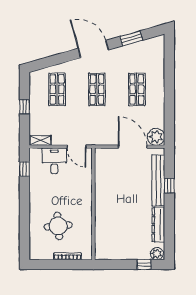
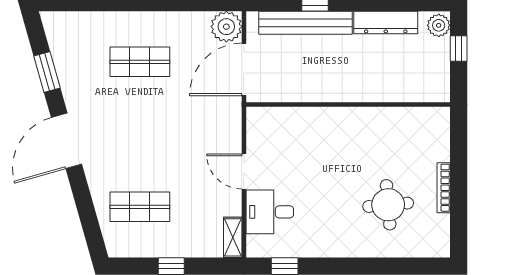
shop shelf: (97, 89) -> (140, 134), removed
door: (76, 147) -> (244, 171), swing flipped
wall: (93, 204) -> (348, 105), moved

